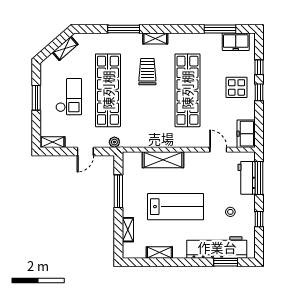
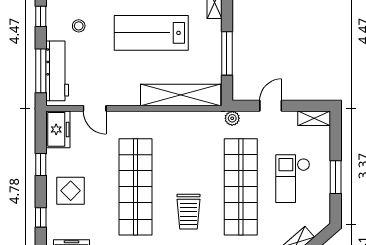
window: (259, 92) -> (41, 165), moved
shelving: (163, 160) -> (181, 95), width x1.47
workbench: (247, 178) -> (57, 71), width x1.38

